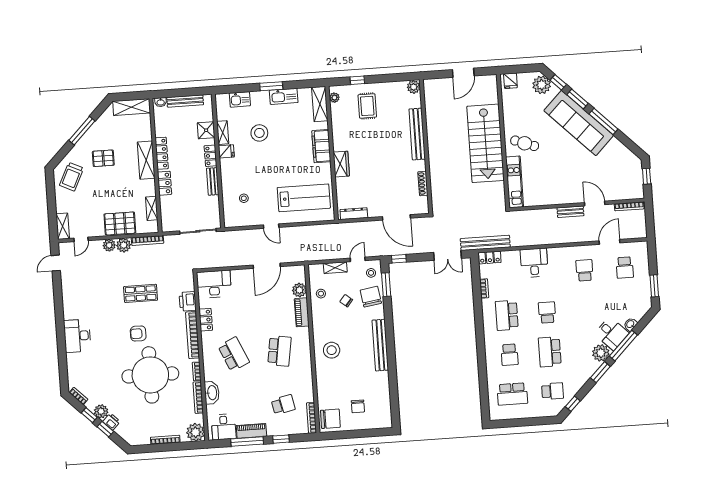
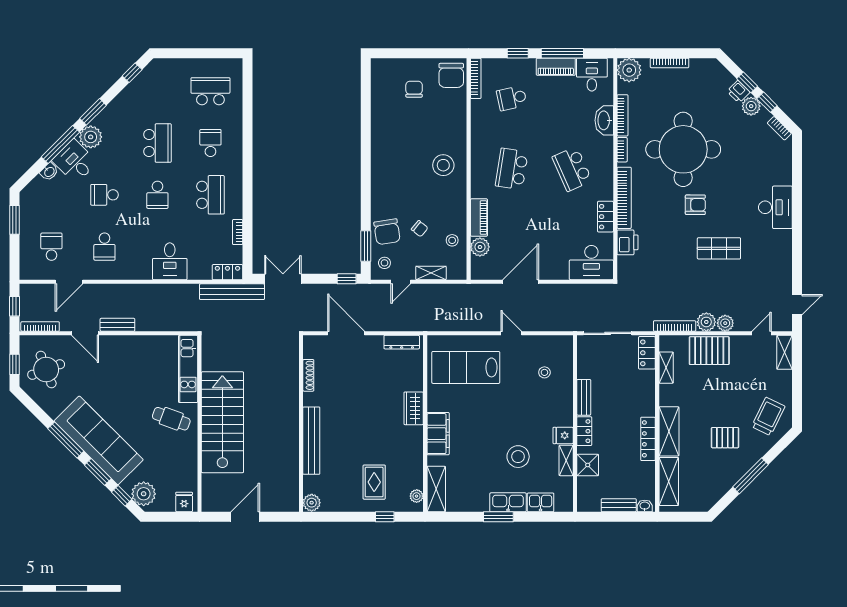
kitchen sink: (284, 96) -> (508, 502), moved
bench: (185, 101) -> (619, 505), width x0.73
shelving: (132, 107) -> (669, 482), moved, turned 90
round table: (622, 174) -> (46, 370), added
locker: (165, 183) -> (647, 353), moved
window: (650, 220) -> (14, 306), added
shop shelf: (141, 293) -> (719, 248), moved
bench: (380, 345) -> (379, 167), removed
school desk: (552, 391) -> (104, 195), moved
chair: (330, 419) -> (451, 75), turned -90

